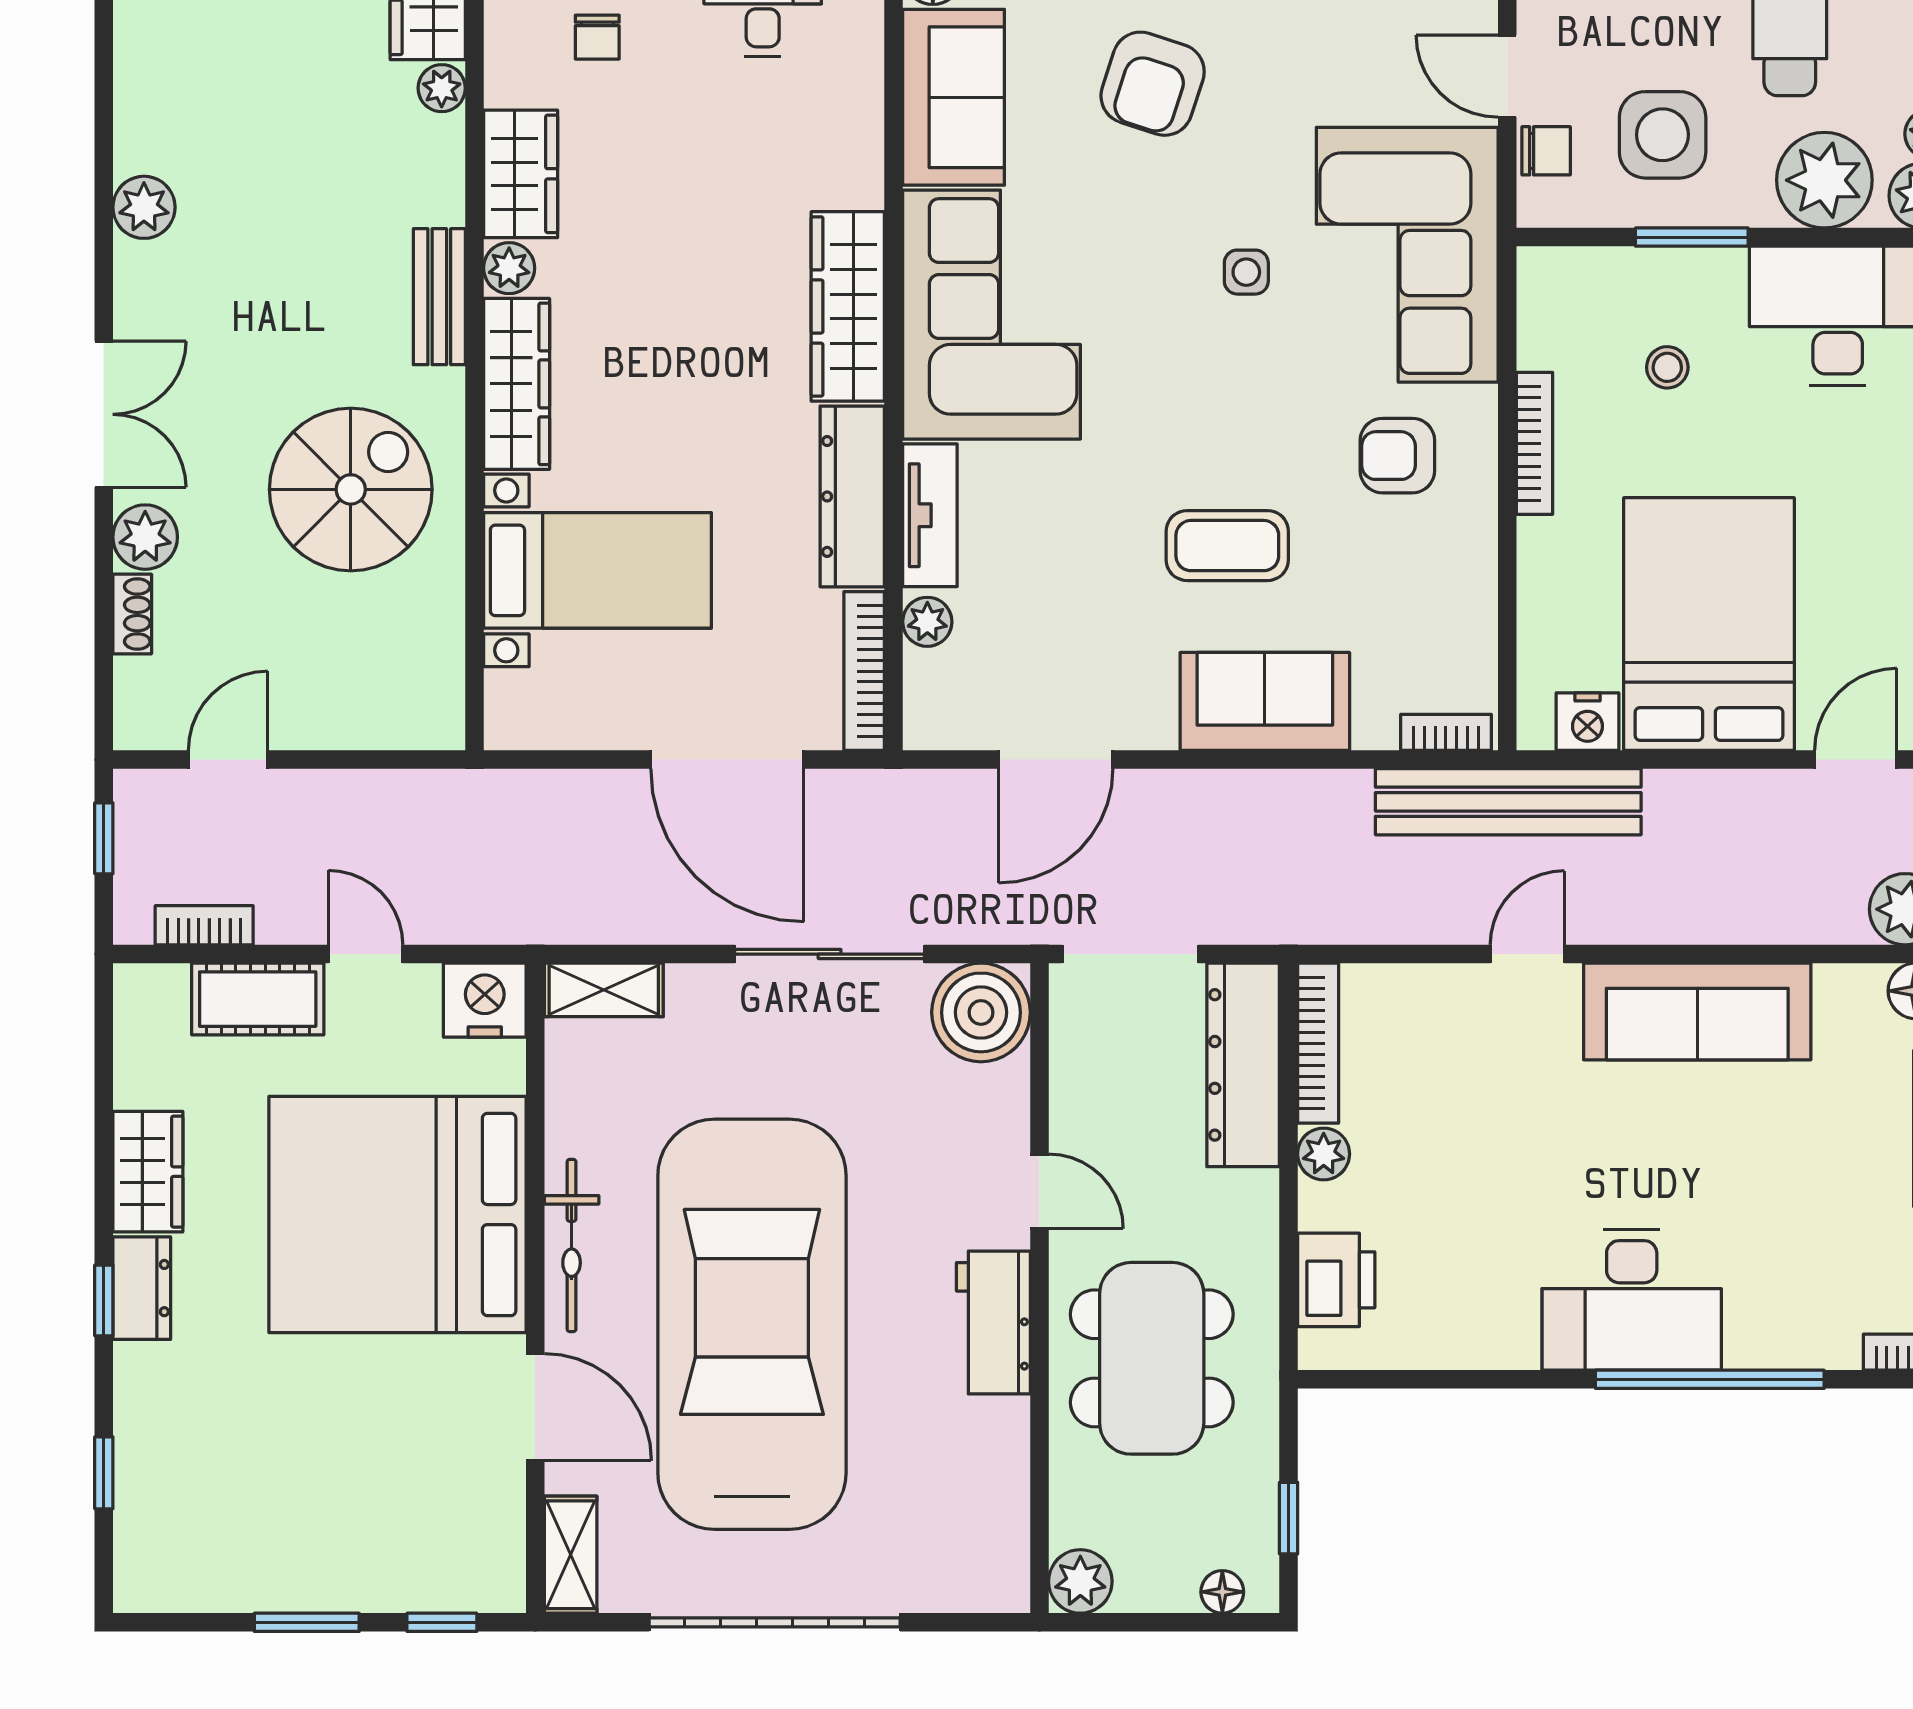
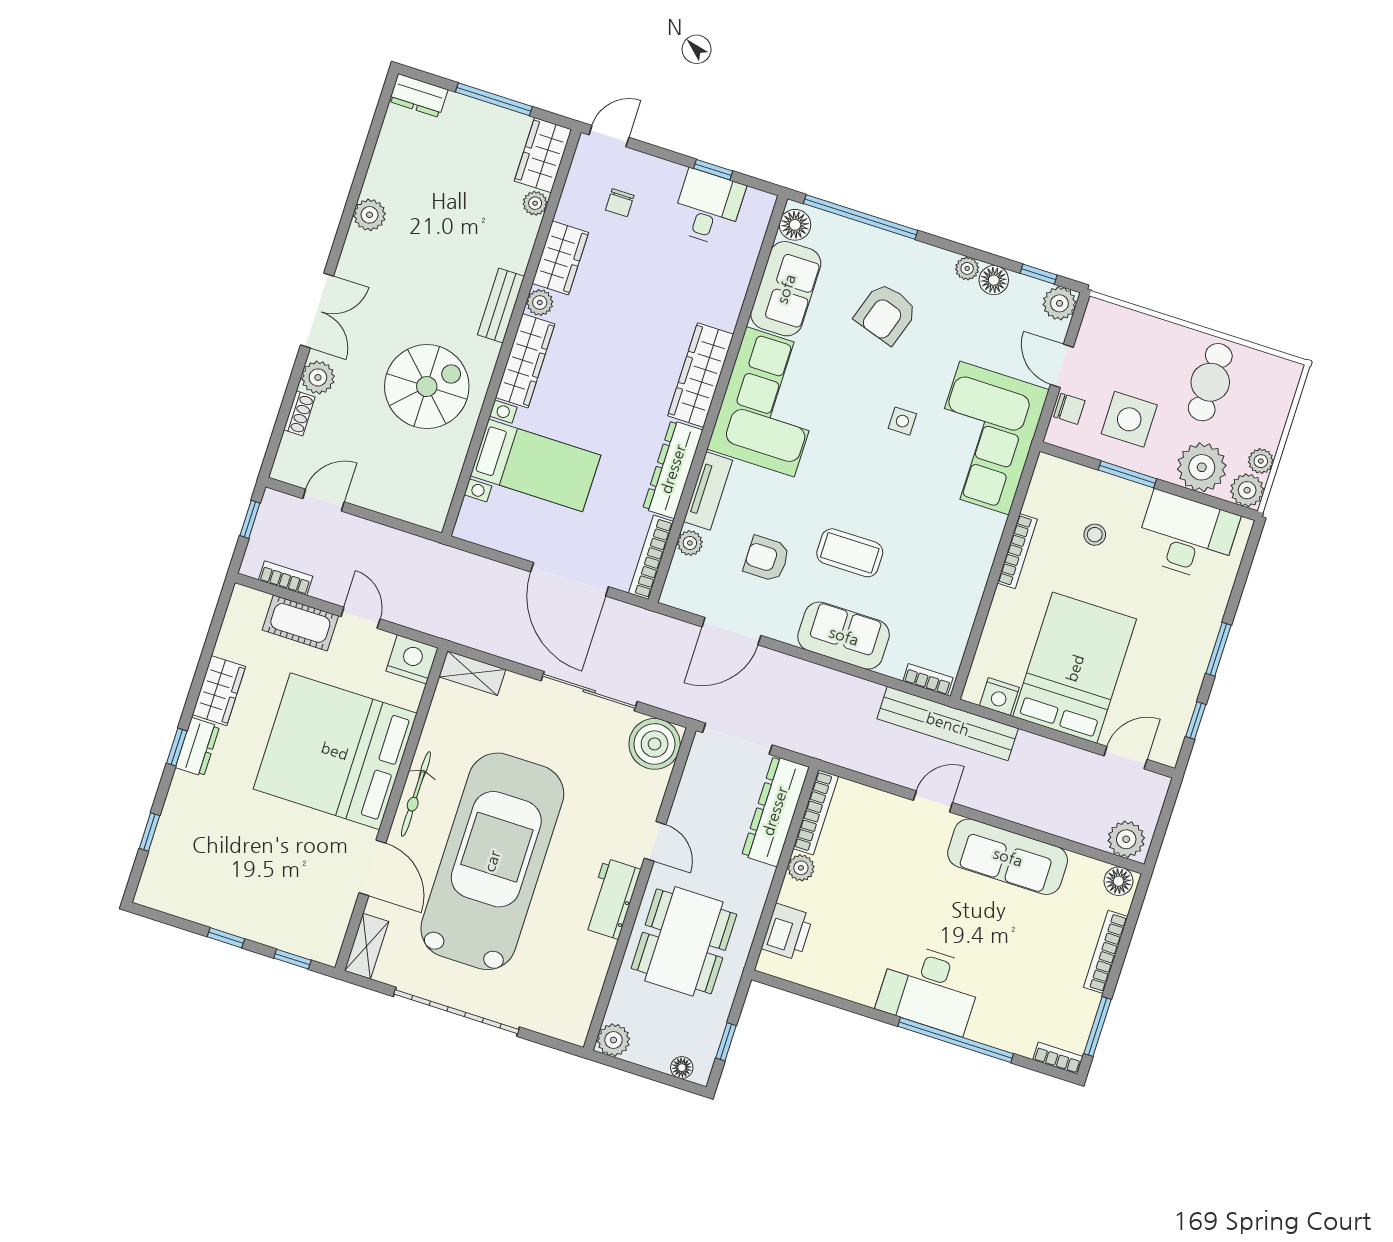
armchair: (1397, 456) -> (767, 559), moved
window: (307, 1622) -> (226, 938), width x0.67

